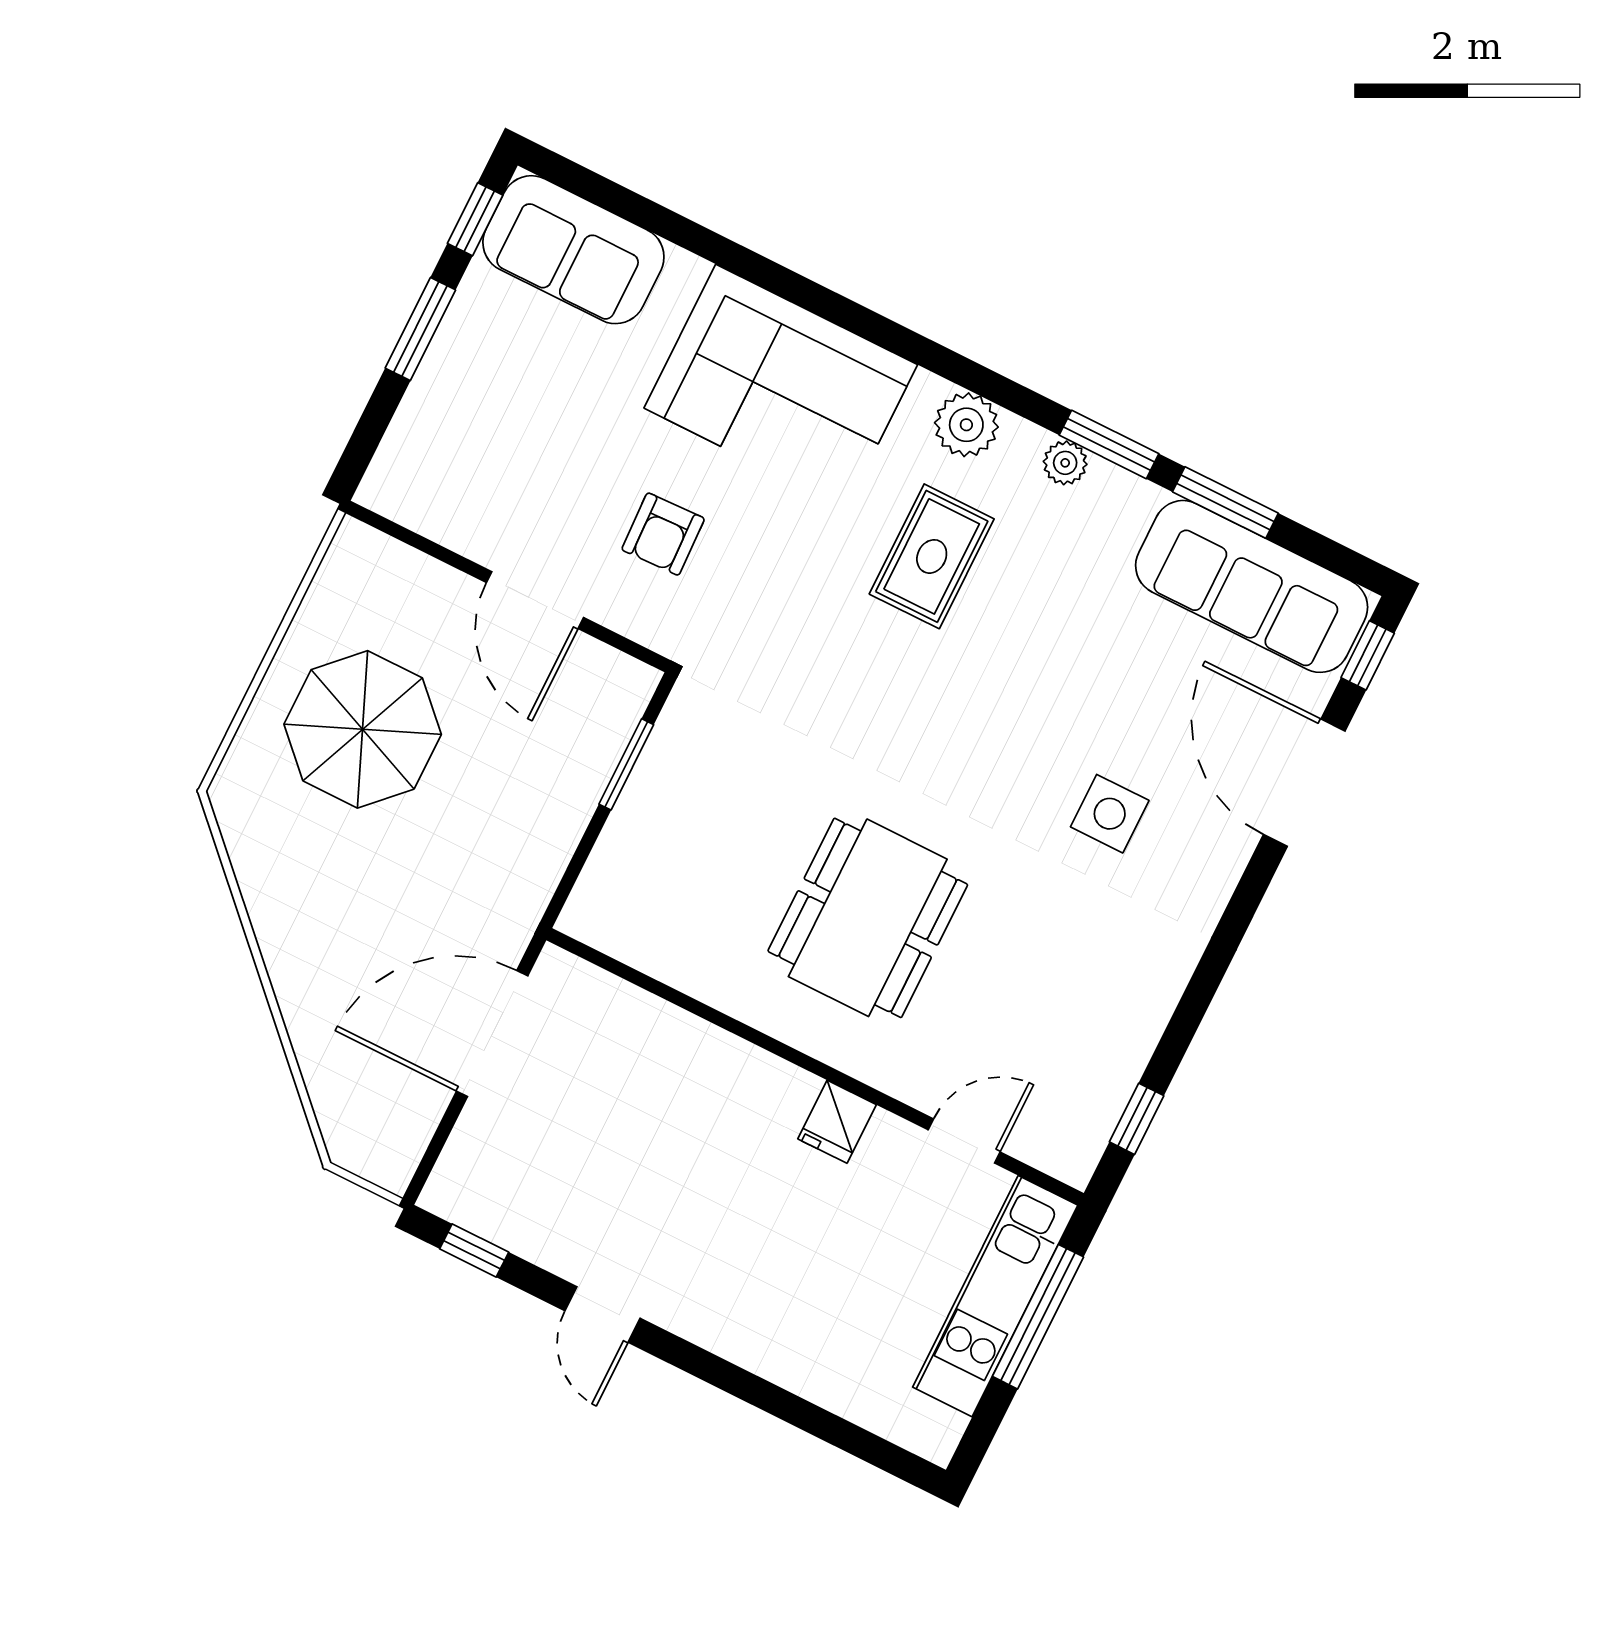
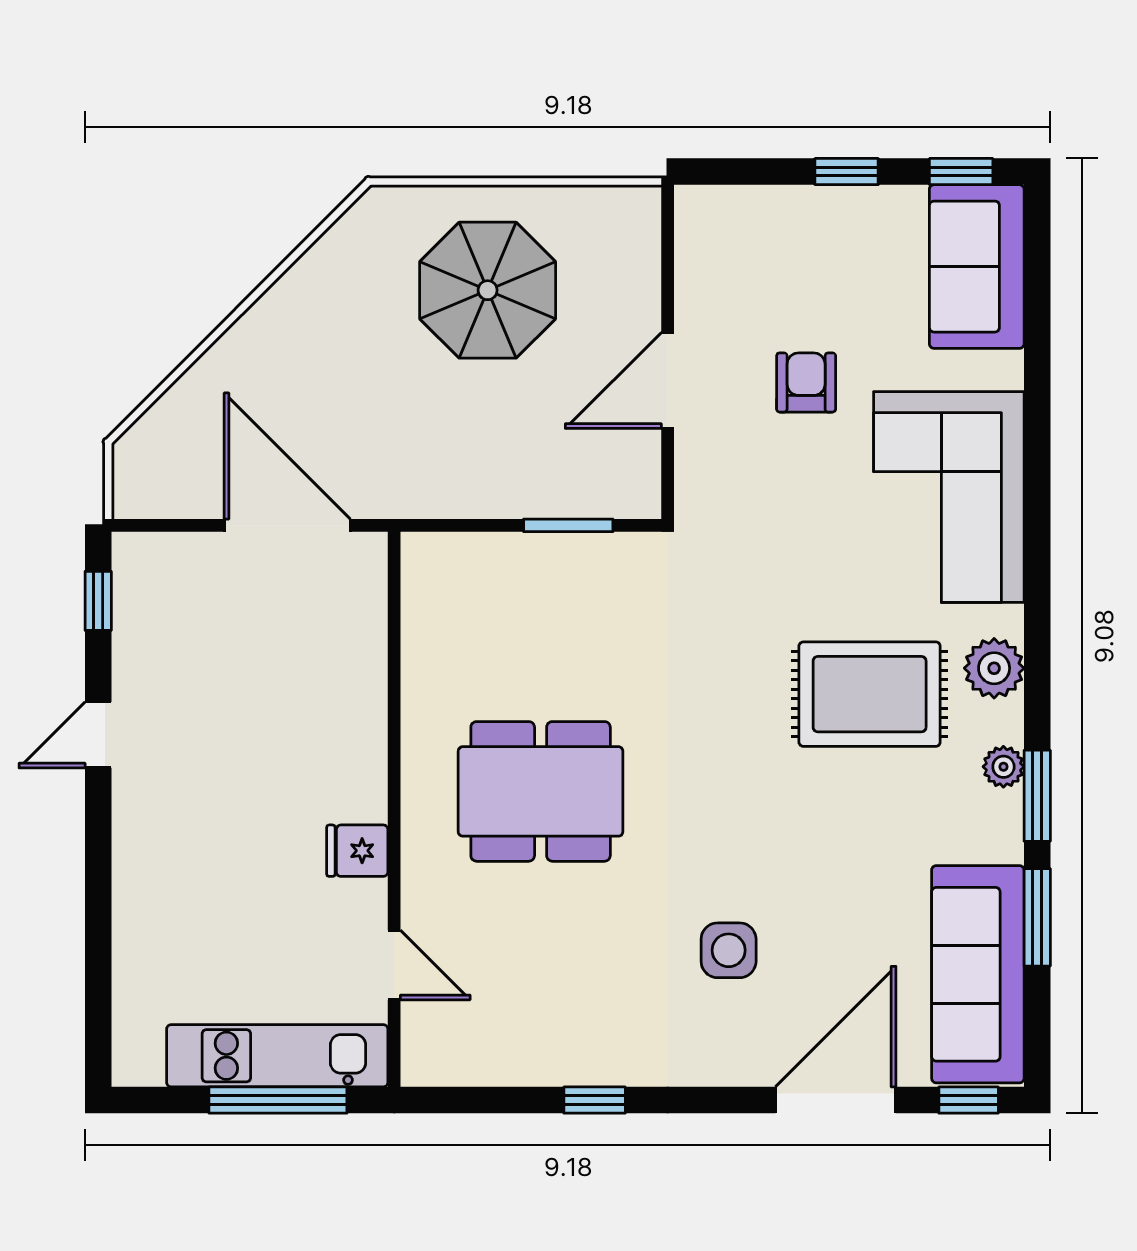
window: (420, 329) -> (847, 172), width x0.67
armchair: (663, 534) -> (806, 382), moved, turned 92
rug: (932, 556) -> (870, 694), width x1.36, depth x1.43
window: (1137, 1119) -> (595, 1100), moved

